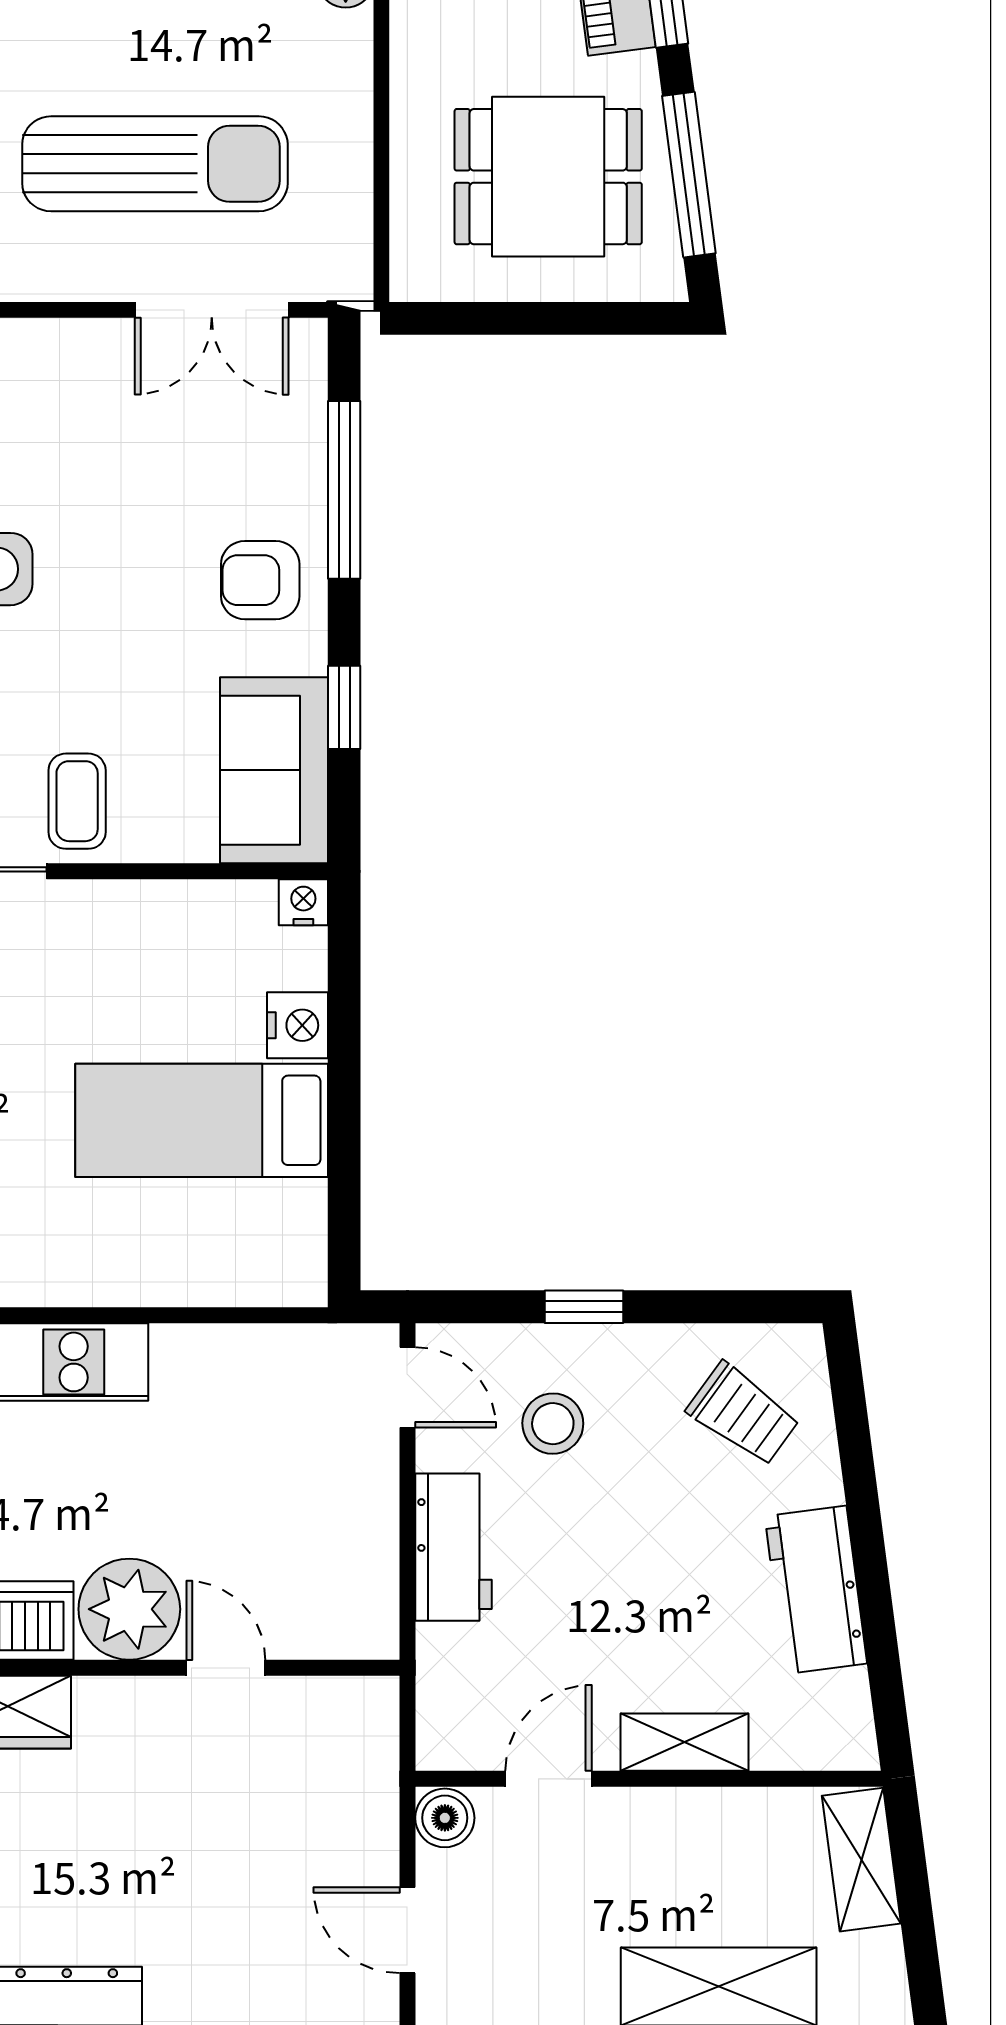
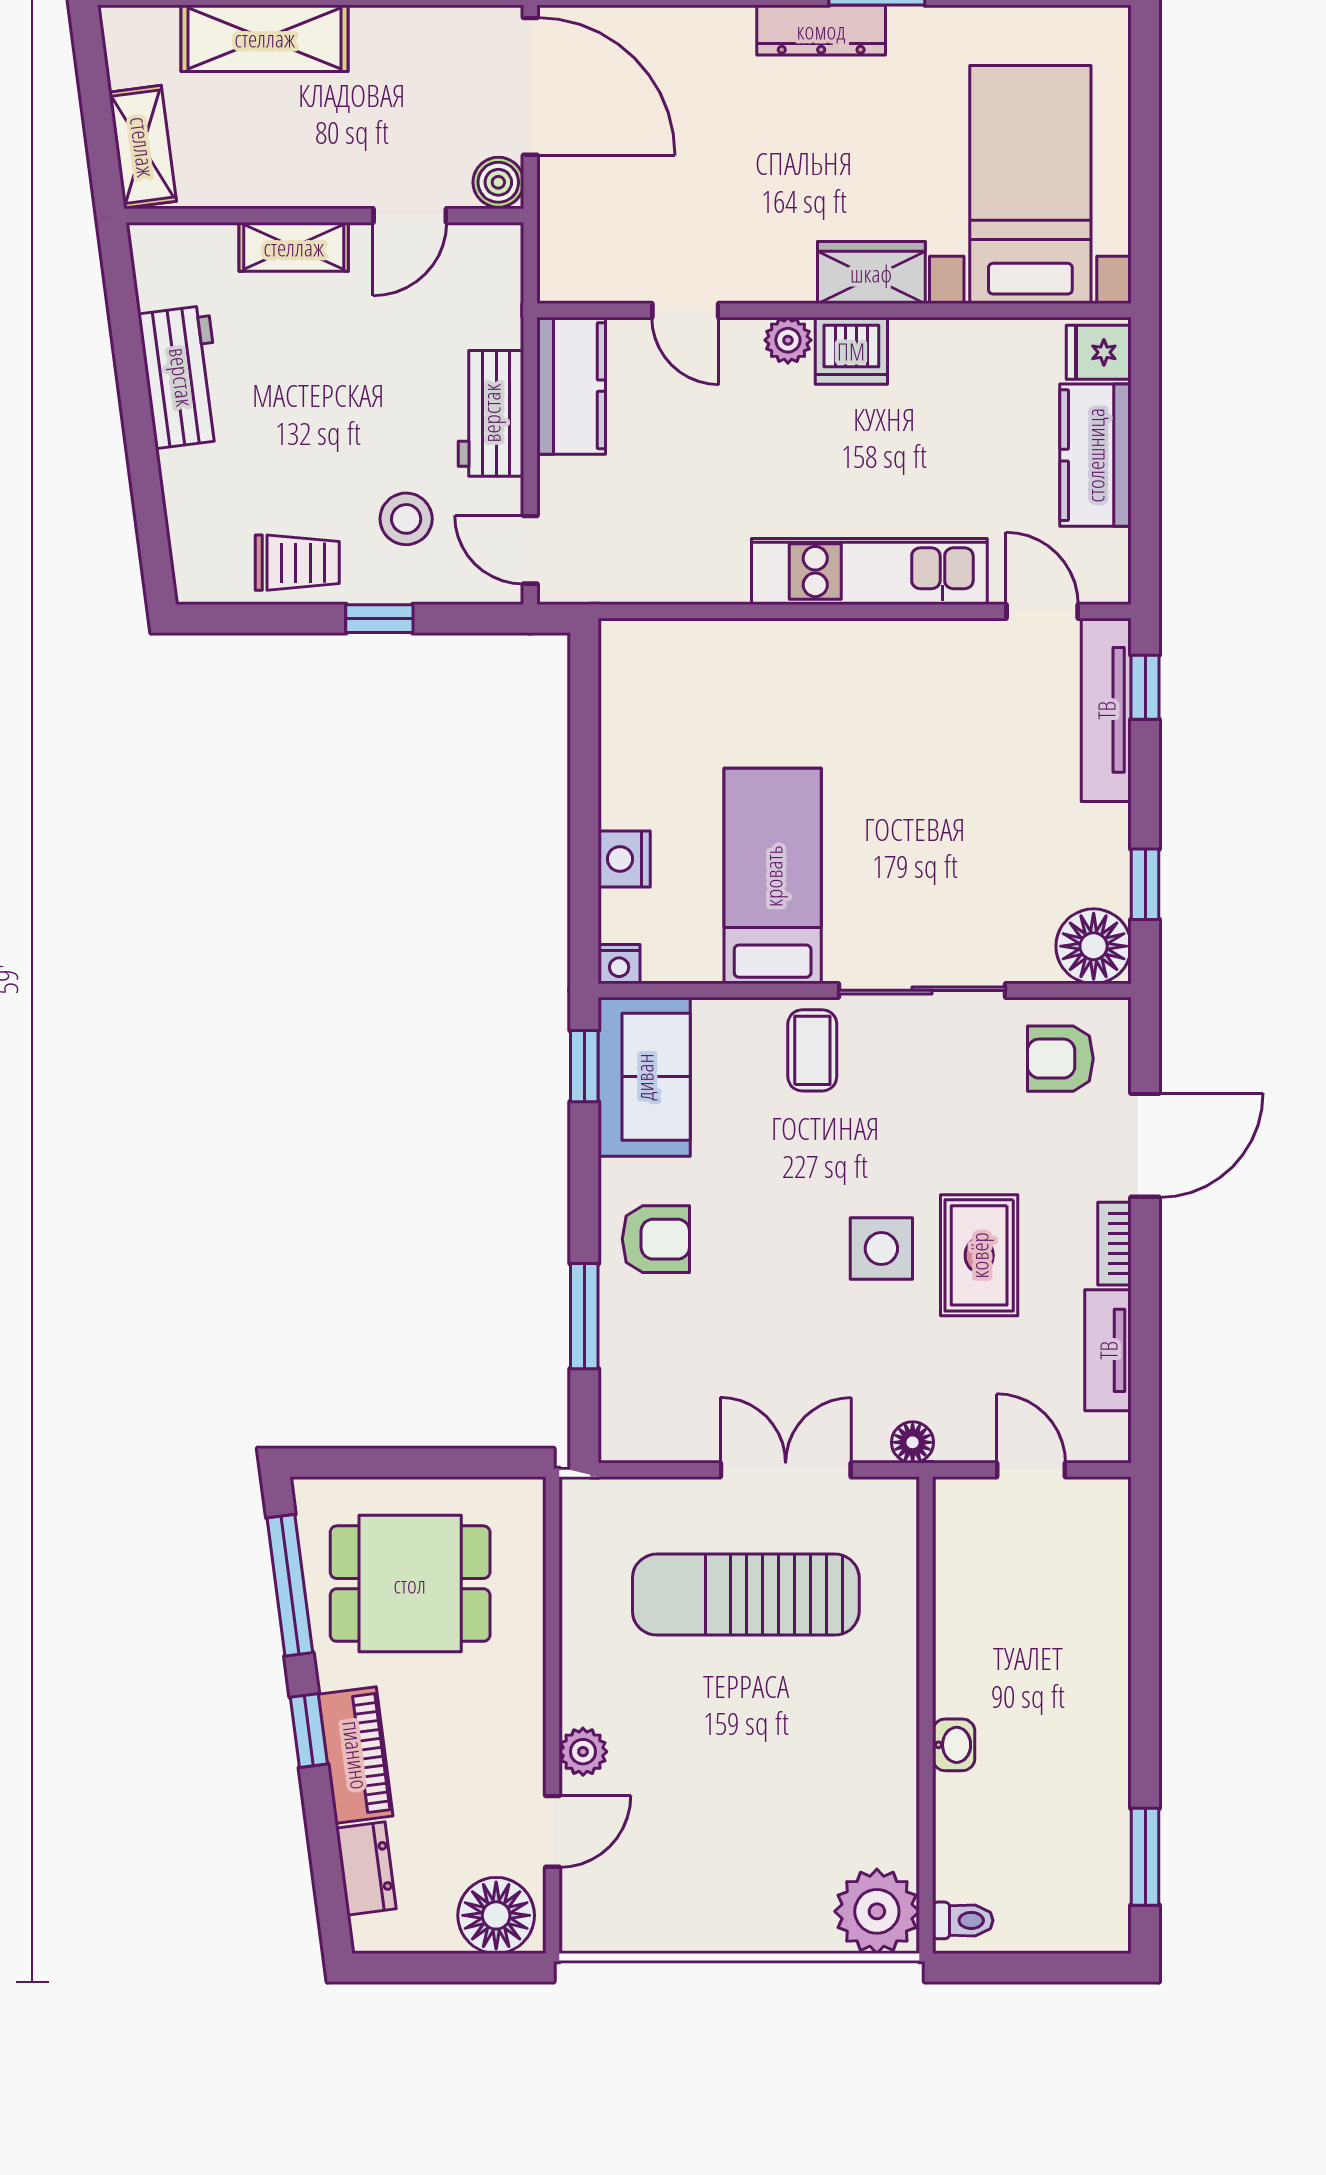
double door: (212, 310) -> (786, 1470), moved
window: (344, 490) -> (584, 1316), width x0.69
window: (344, 707) -> (584, 1066), moved
bed: (202, 1120) -> (773, 876), moved, turned -90
trolley: (743, 1414) -> (297, 563), moved, turned 144
kitchen counter: (359, 1580) -> (571, 386), added
plant: (129, 1609) -> (788, 340), width x0.53, depth x0.53
door: (407, 1930) -> (530, 86), width x1.88

